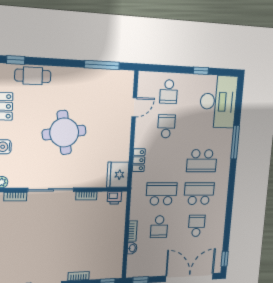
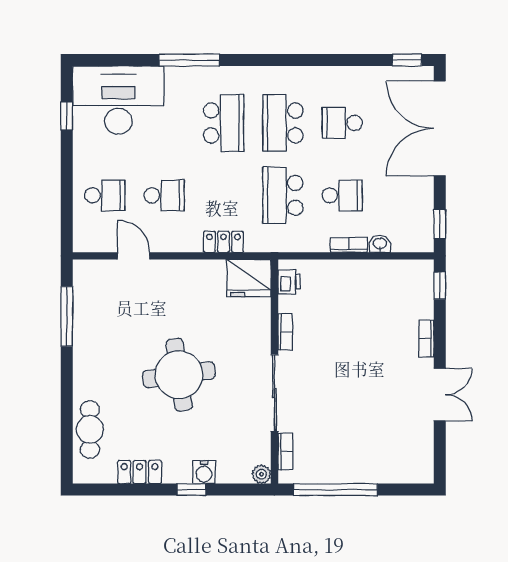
window: (16, 60) -> (67, 457), removed
window: (201, 71) -> (67, 116), moved
school desk: (166, 126) -> (164, 195), turned 180

